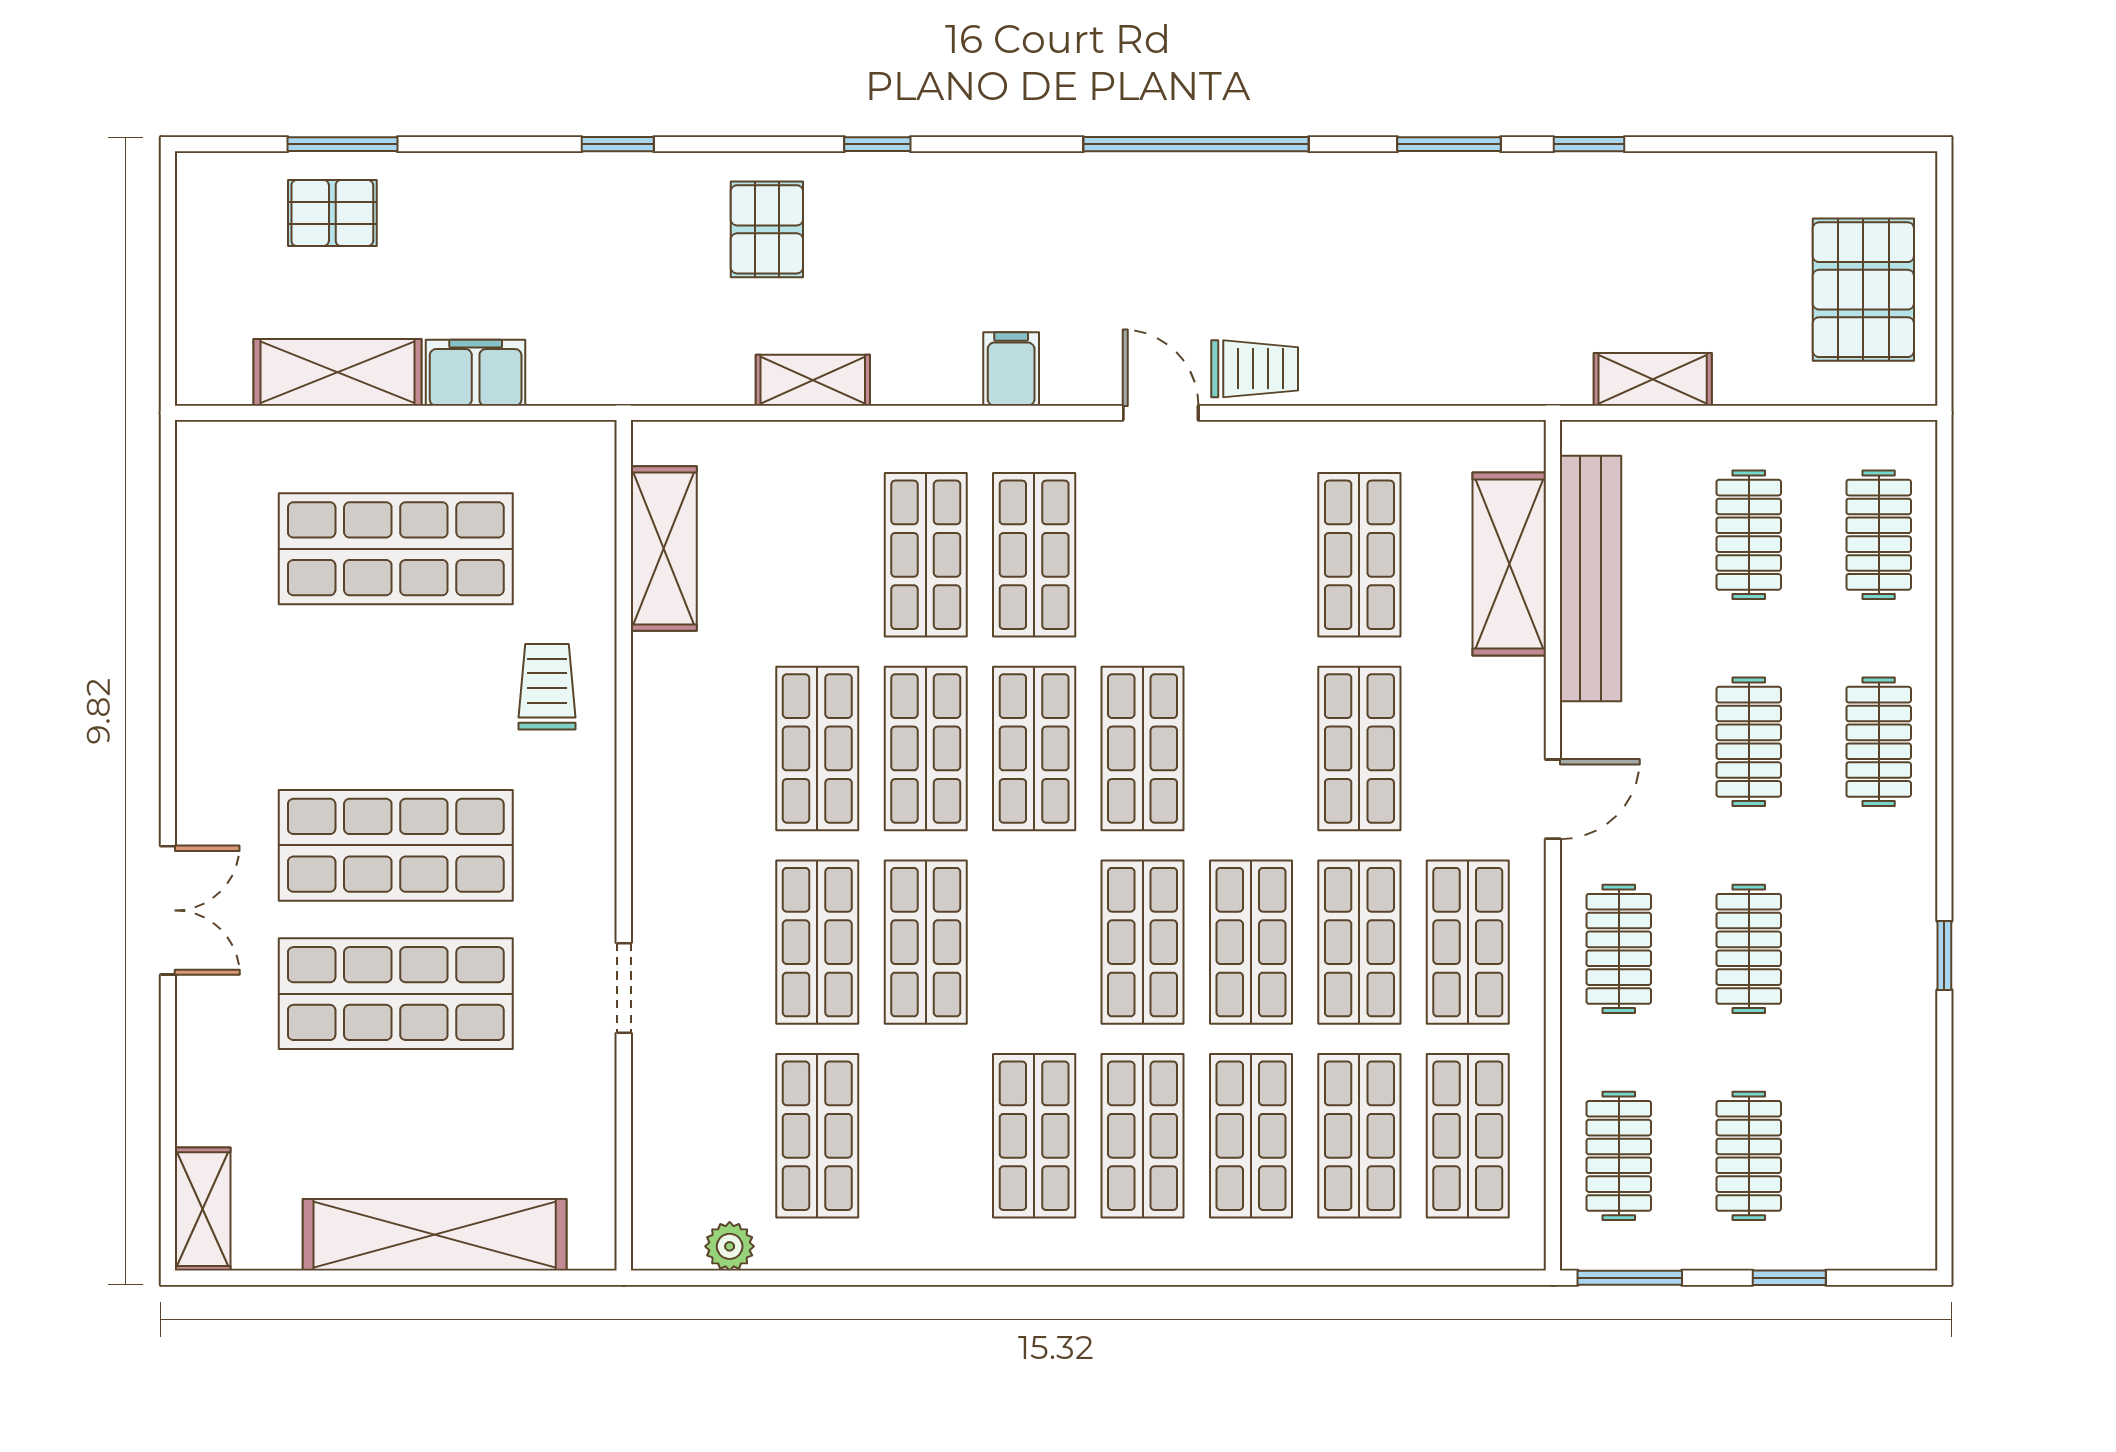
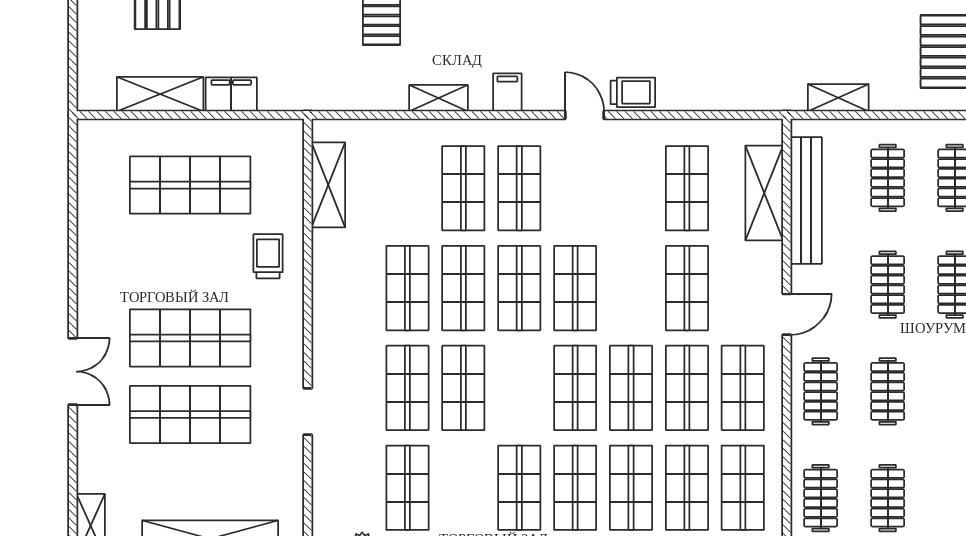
shelving: (813, 380) -> (439, 98), moved

